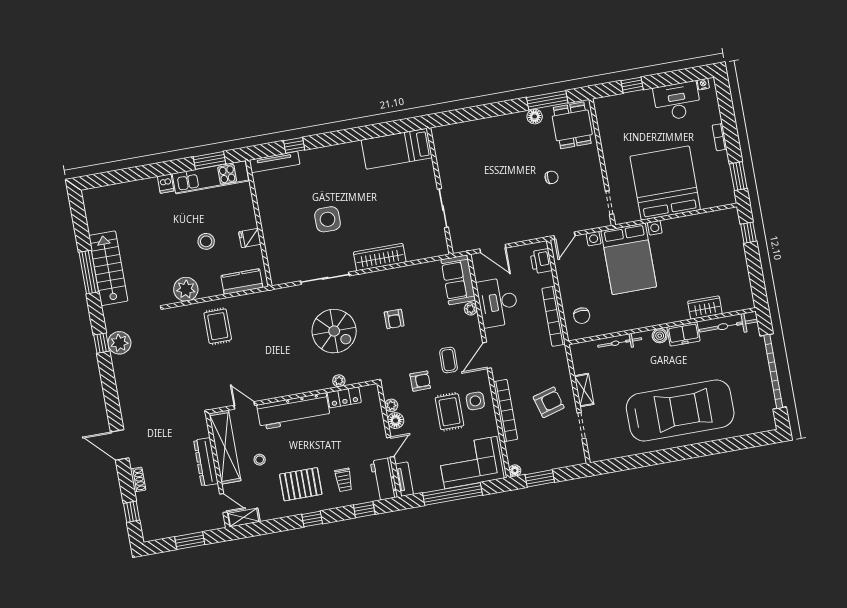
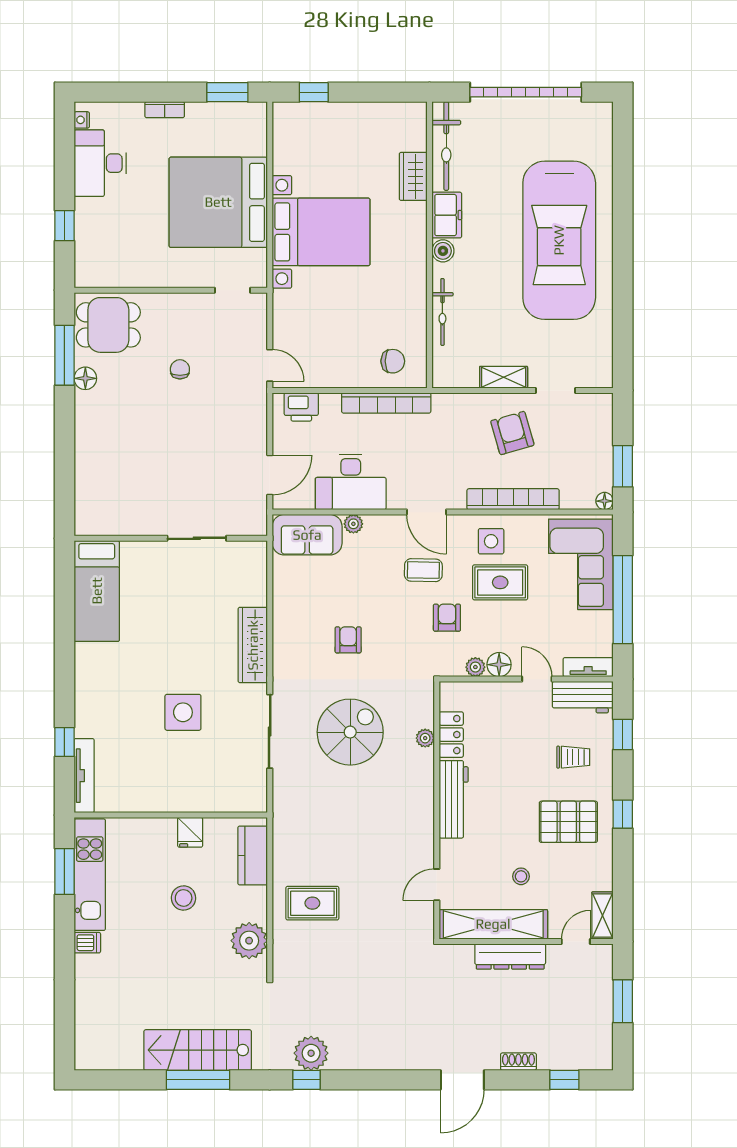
bed with nightstands: (629, 259) -> (321, 232), moved
armchair: (394, 319) -> (348, 640), turned -90
car: (680, 410) -> (559, 240), turned 180
workbench: (293, 411) -> (454, 799), width x0.73, depth x0.76
pallet: (301, 484) -> (568, 822), turned 90

